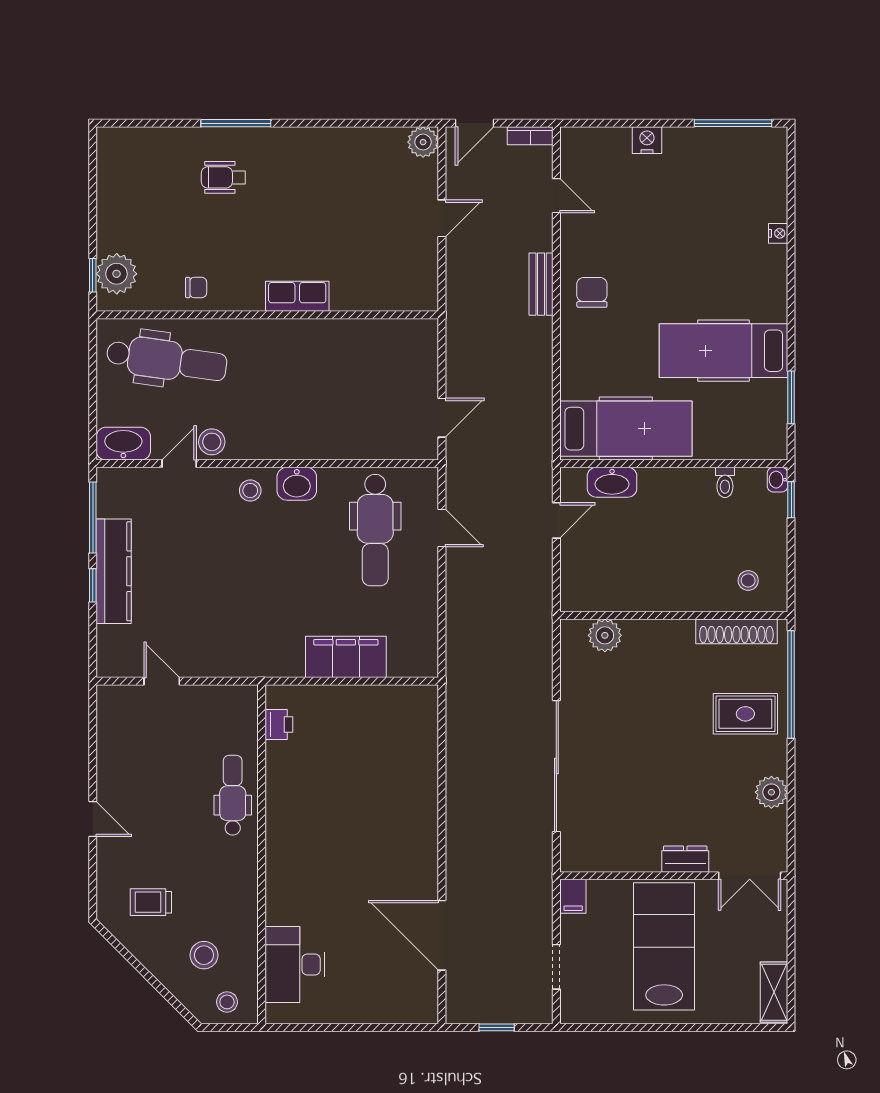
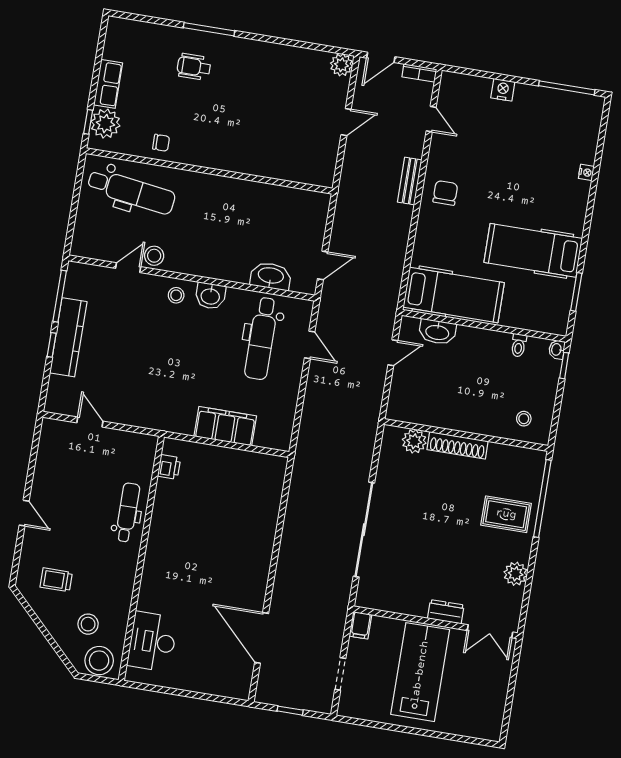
row of seats: (297, 296) -> (108, 84), moved, turned 90
washbasin: (123, 444) -> (271, 276), moved
shoe rack: (736, 631) -> (458, 445), moved
shelving: (774, 992) -> (494, 718), removed
stool: (227, 1002) -> (99, 661), width x1.89, depth x1.89

